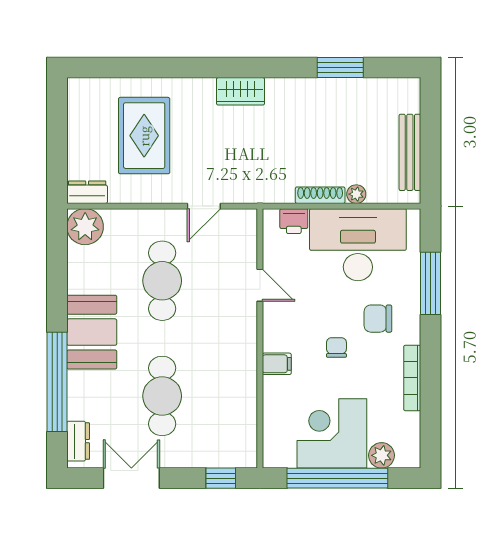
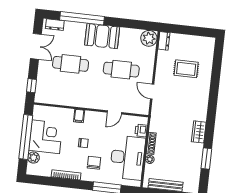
wardrobe: (240, 91) -> (199, 132), moved
rug: (144, 136) -> (186, 69), width x0.73, depth x0.70

